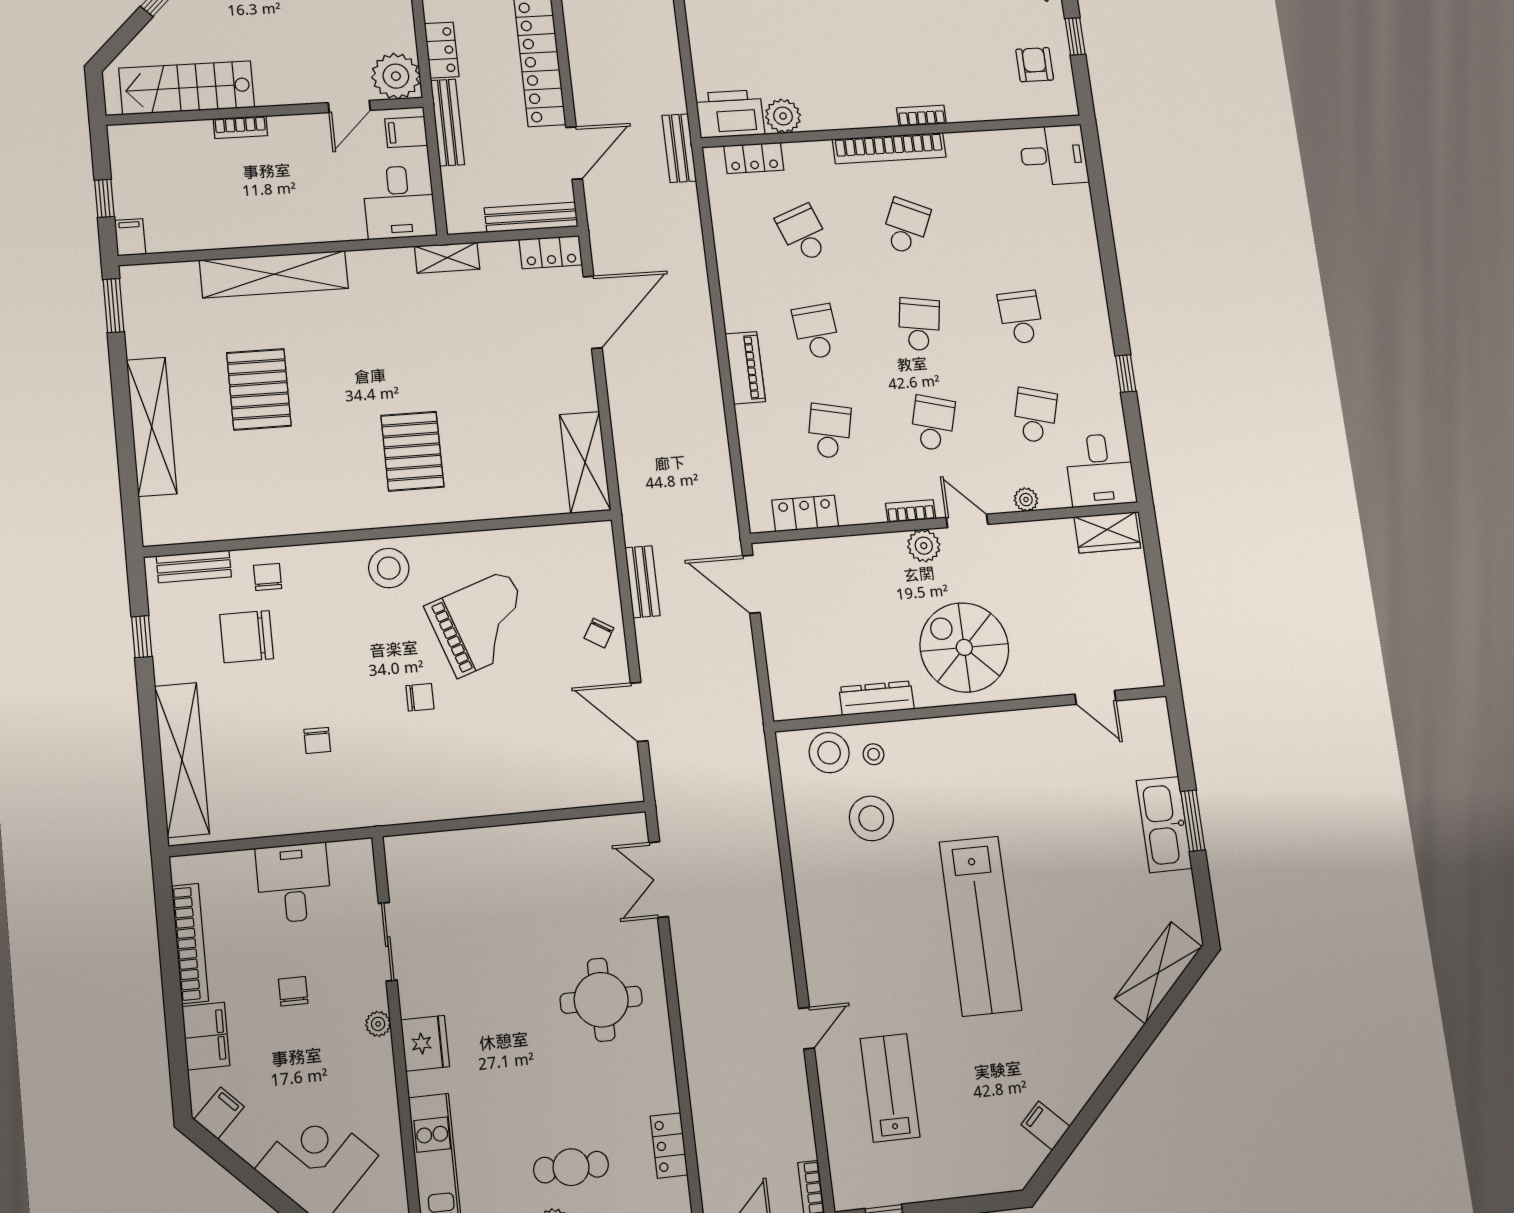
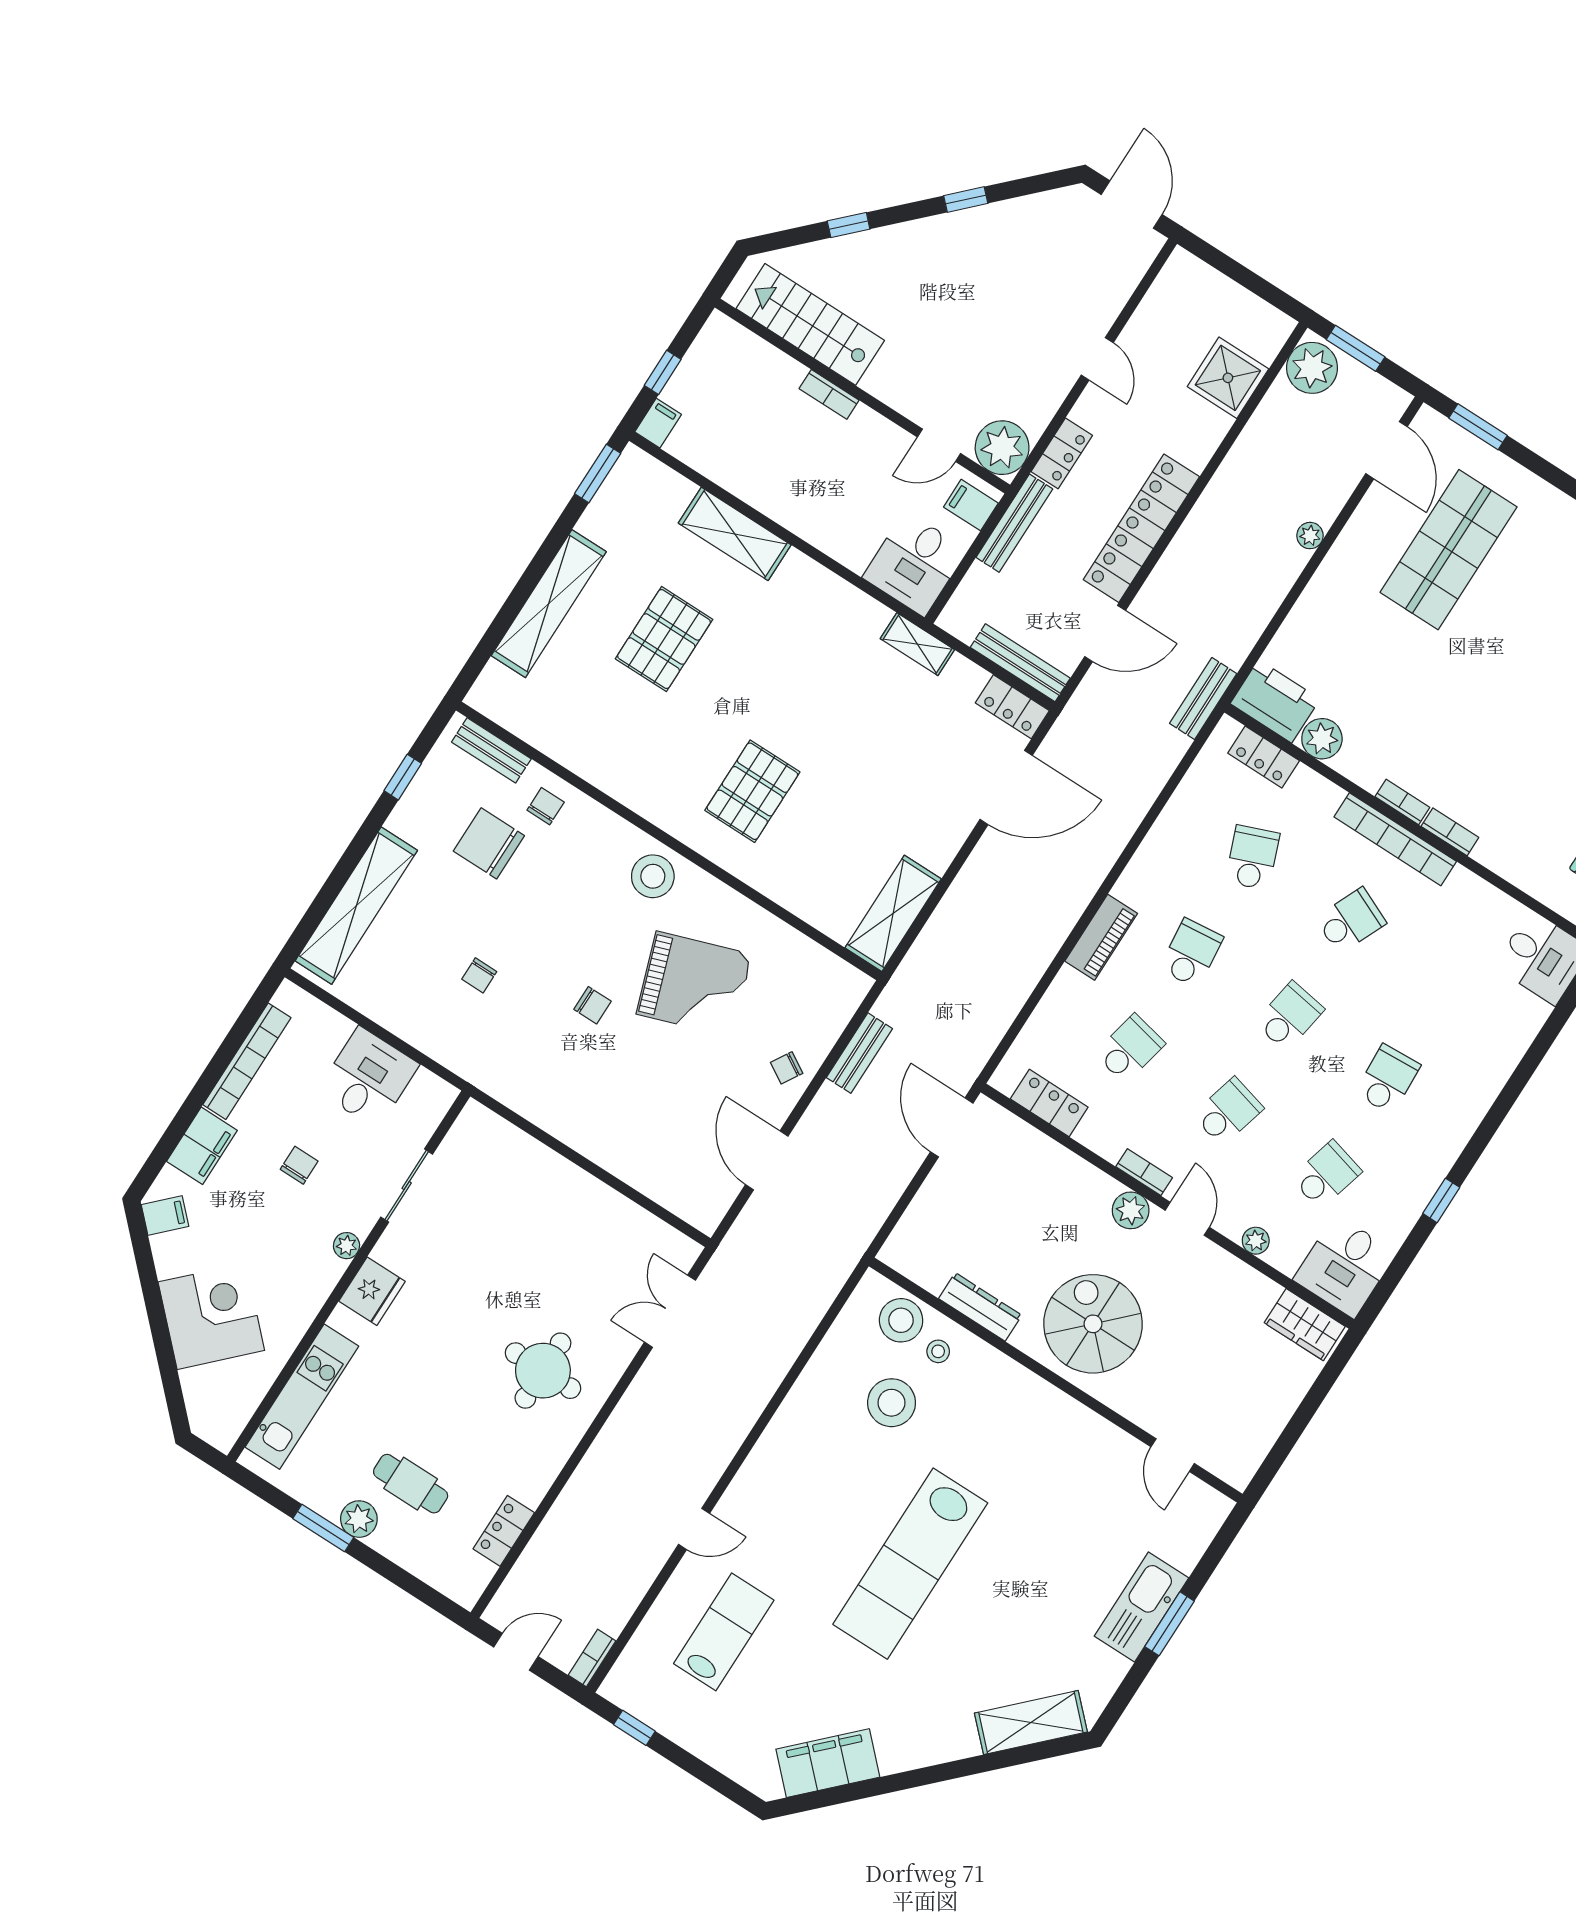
bookcase: (873, 119) -> (1402, 802), added
shelving: (274, 274) -> (735, 534), width x0.68
filing cabinet: (1046, 1126) -> (828, 1763), width x3.00, depth x1.17

